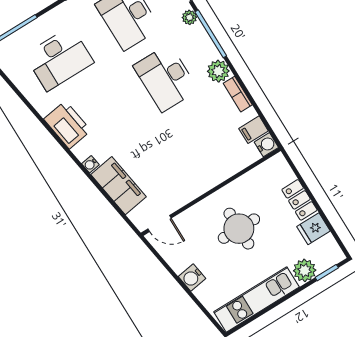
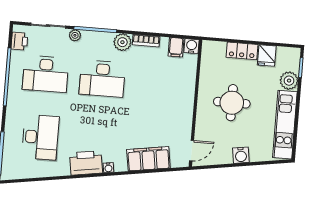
water cooler: (90, 164) -> (108, 168), moved

